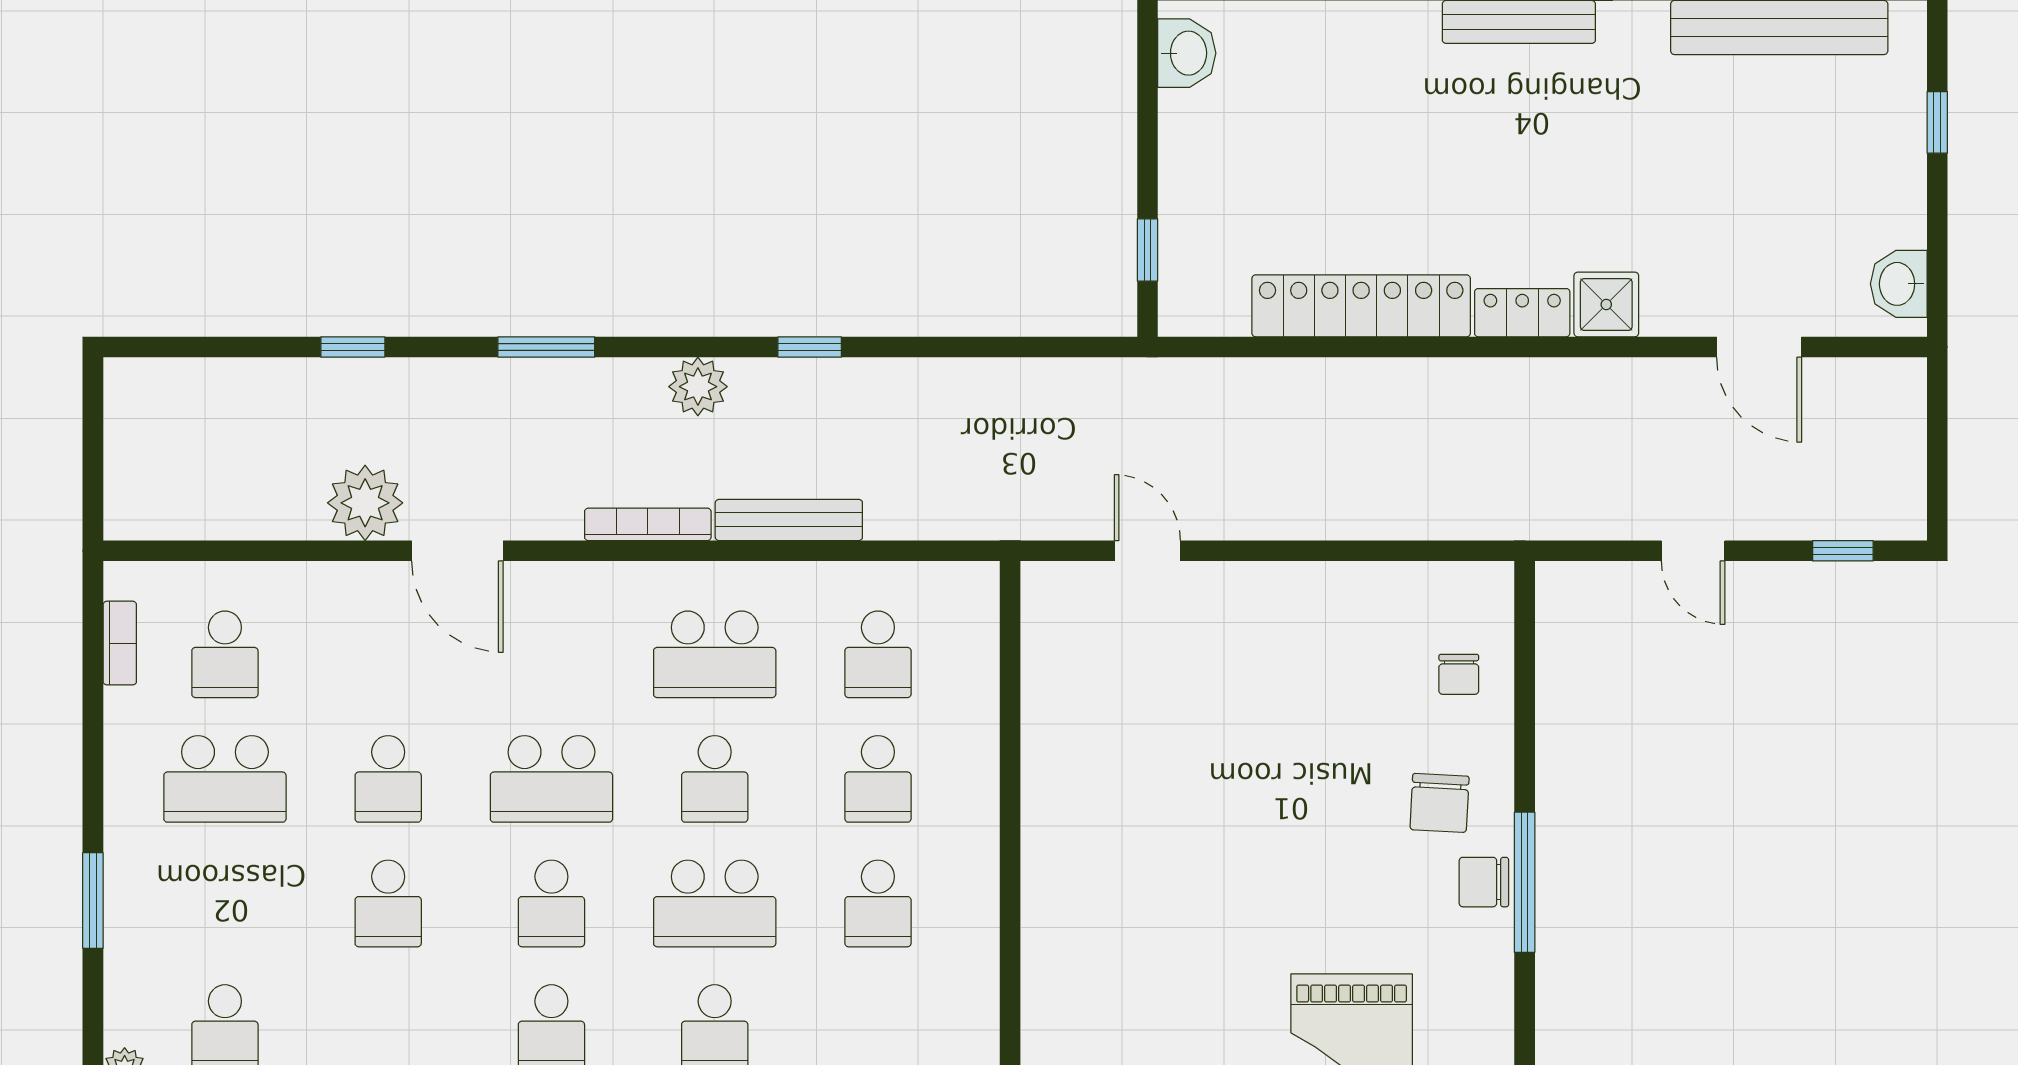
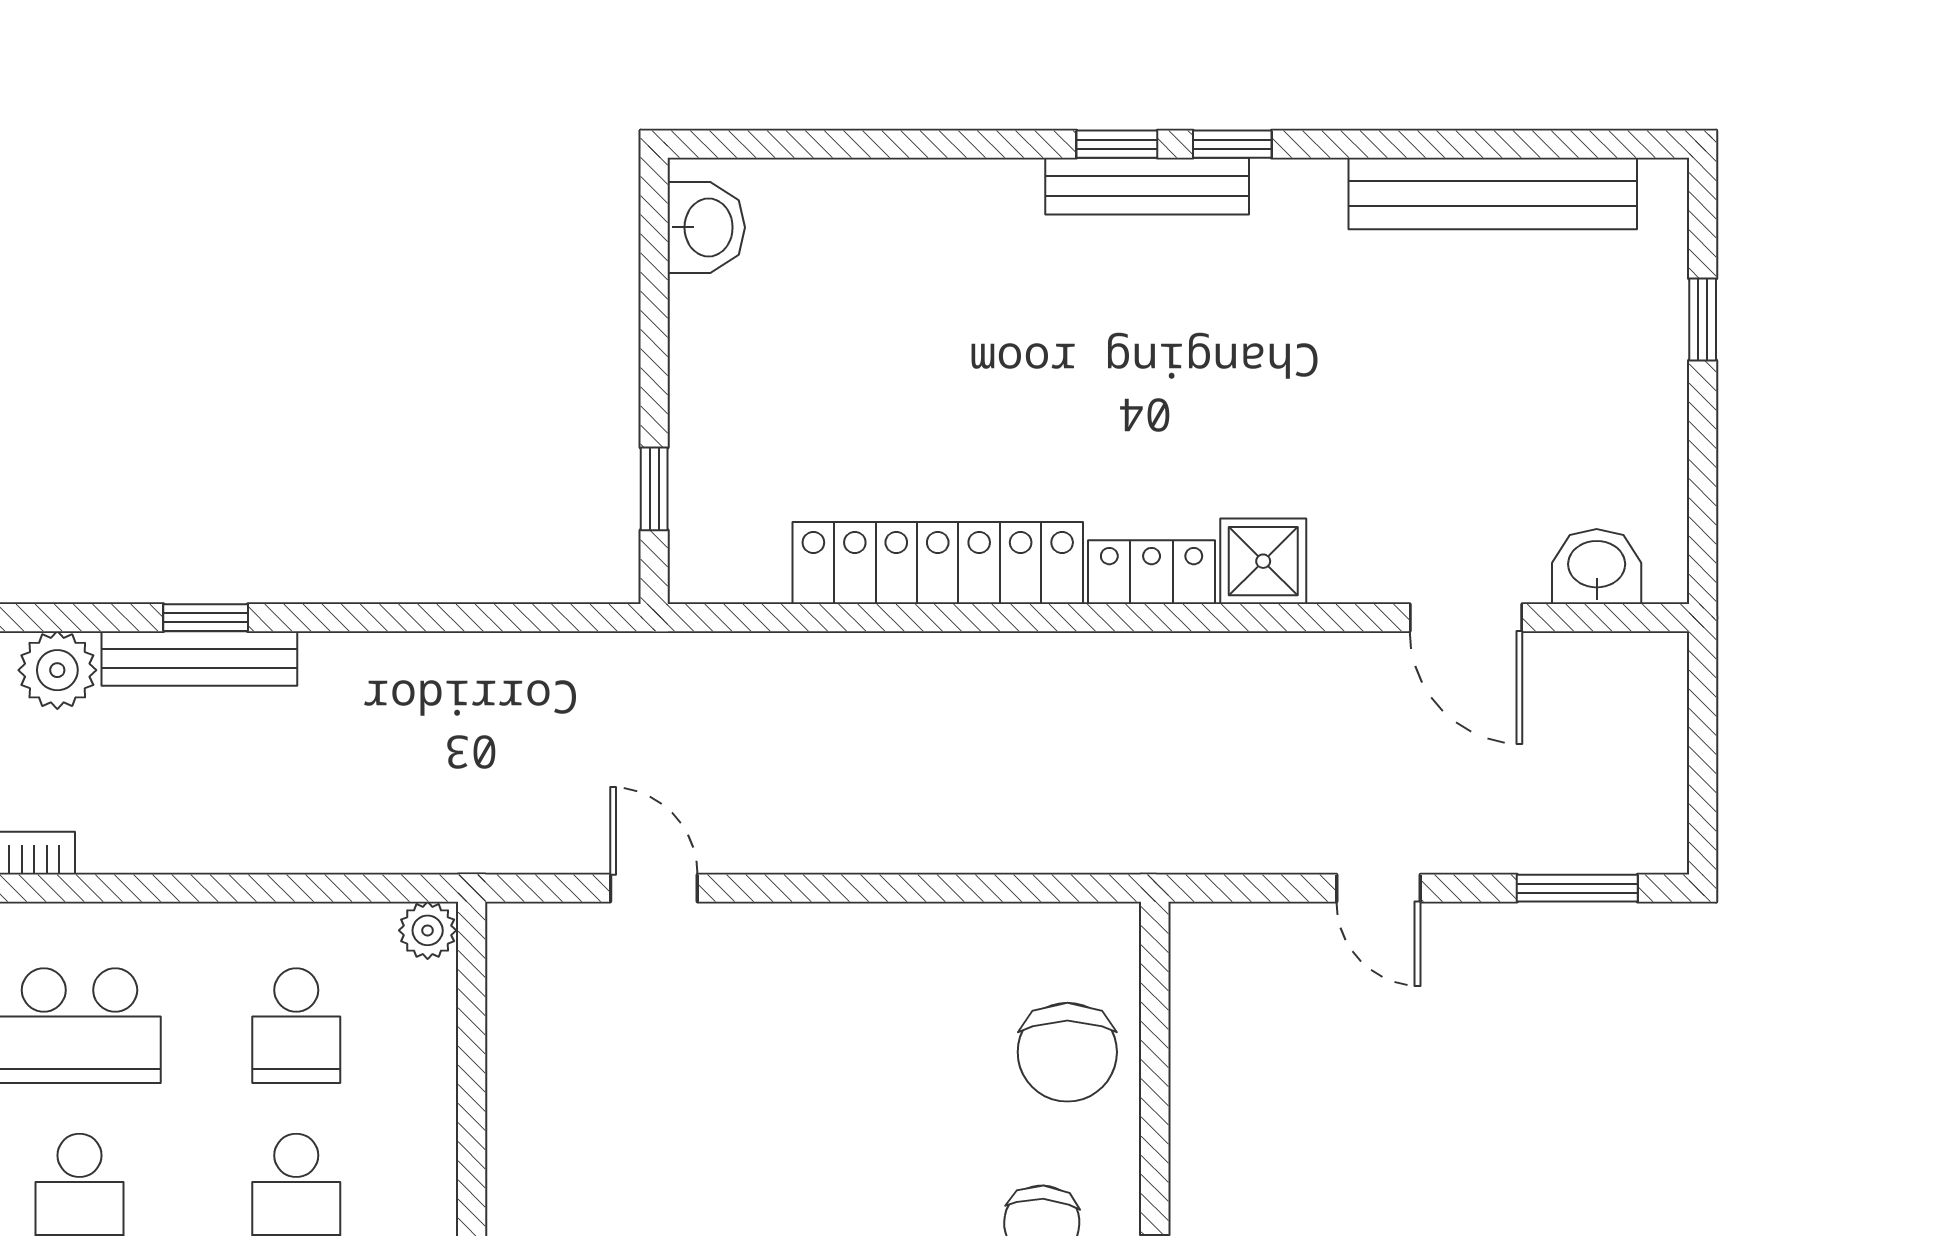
washbasin: (1899, 284) -> (1597, 566), moved, turned 90
bench: (789, 520) -> (199, 658), moved
window: (1843, 551) -> (1577, 888), width x1.50
plant: (977, 583) -> (428, 930), added
chair: (1459, 674) -> (1067, 1052), width x1.87, depth x1.87

